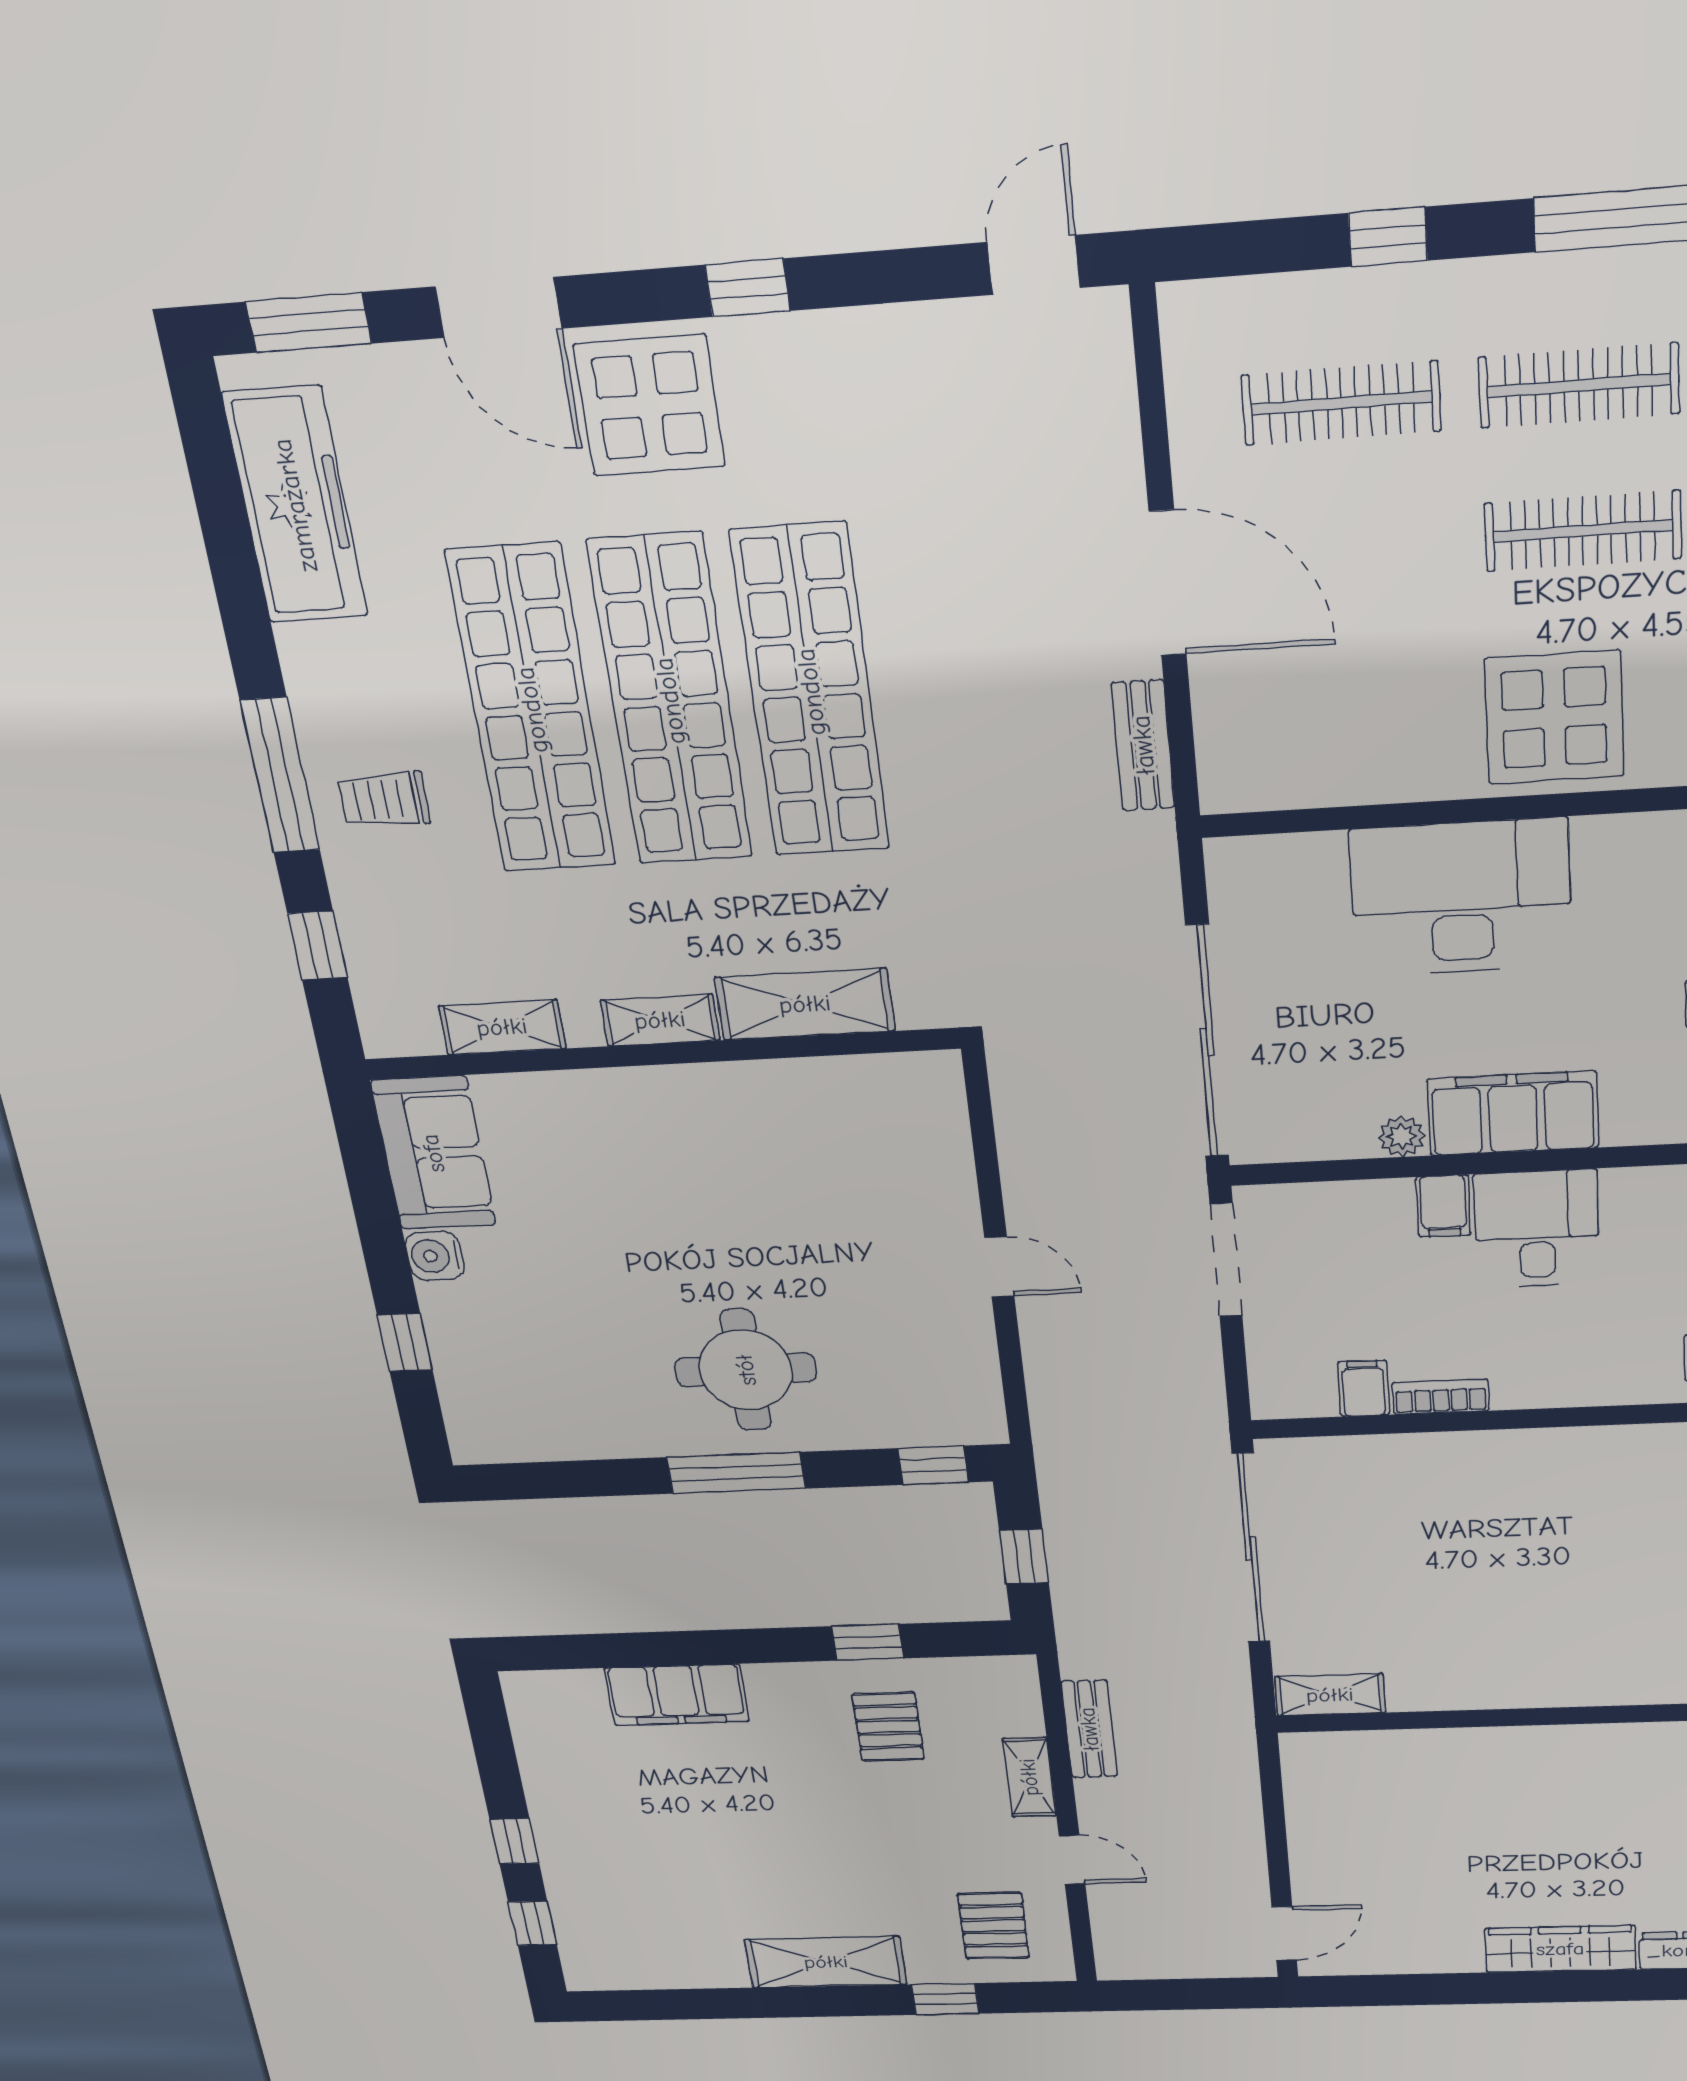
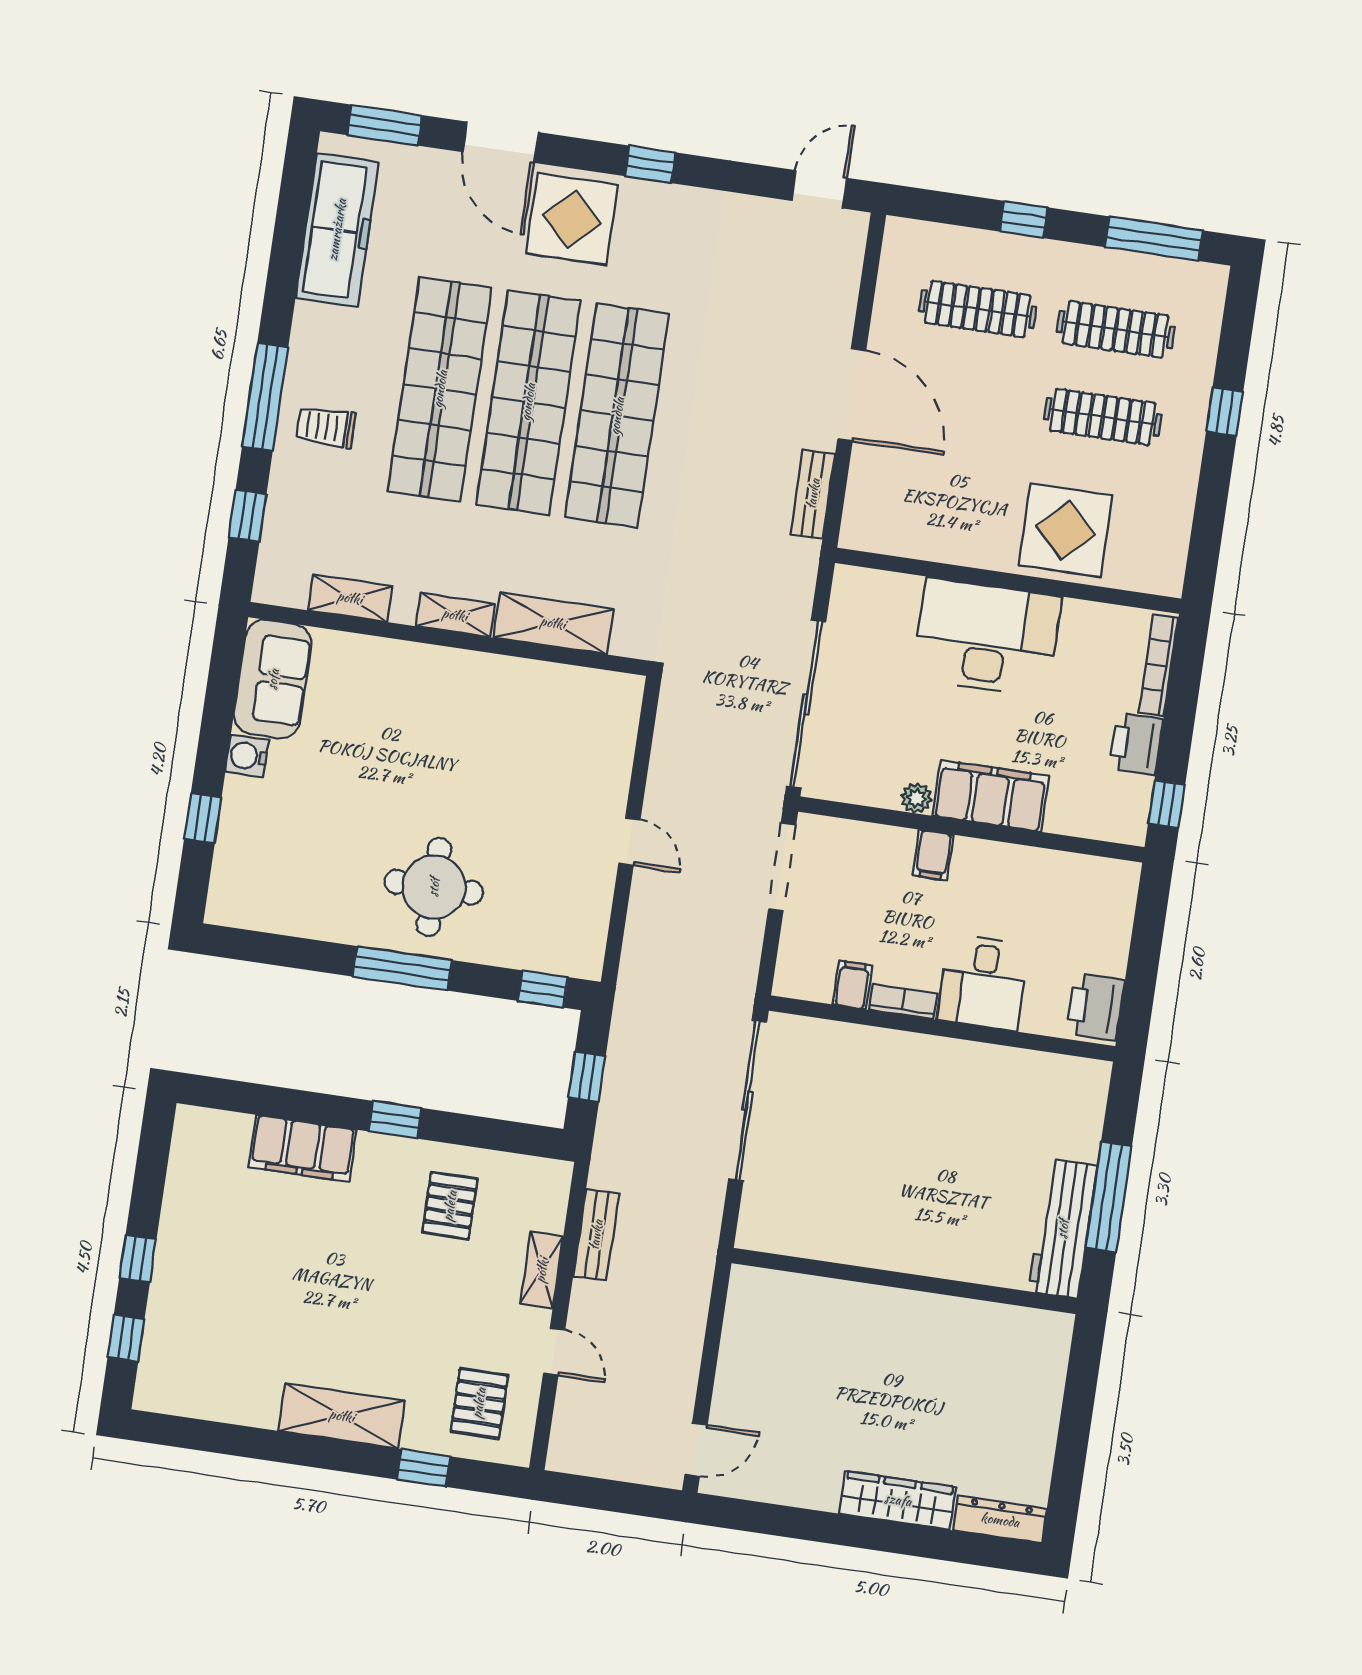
desk: (1537, 1229) -> (983, 982), moved, turned 180
window: (868, 1642) -> (395, 1120), moved
shelving: (1330, 1695) -> (776, 1236), removed

